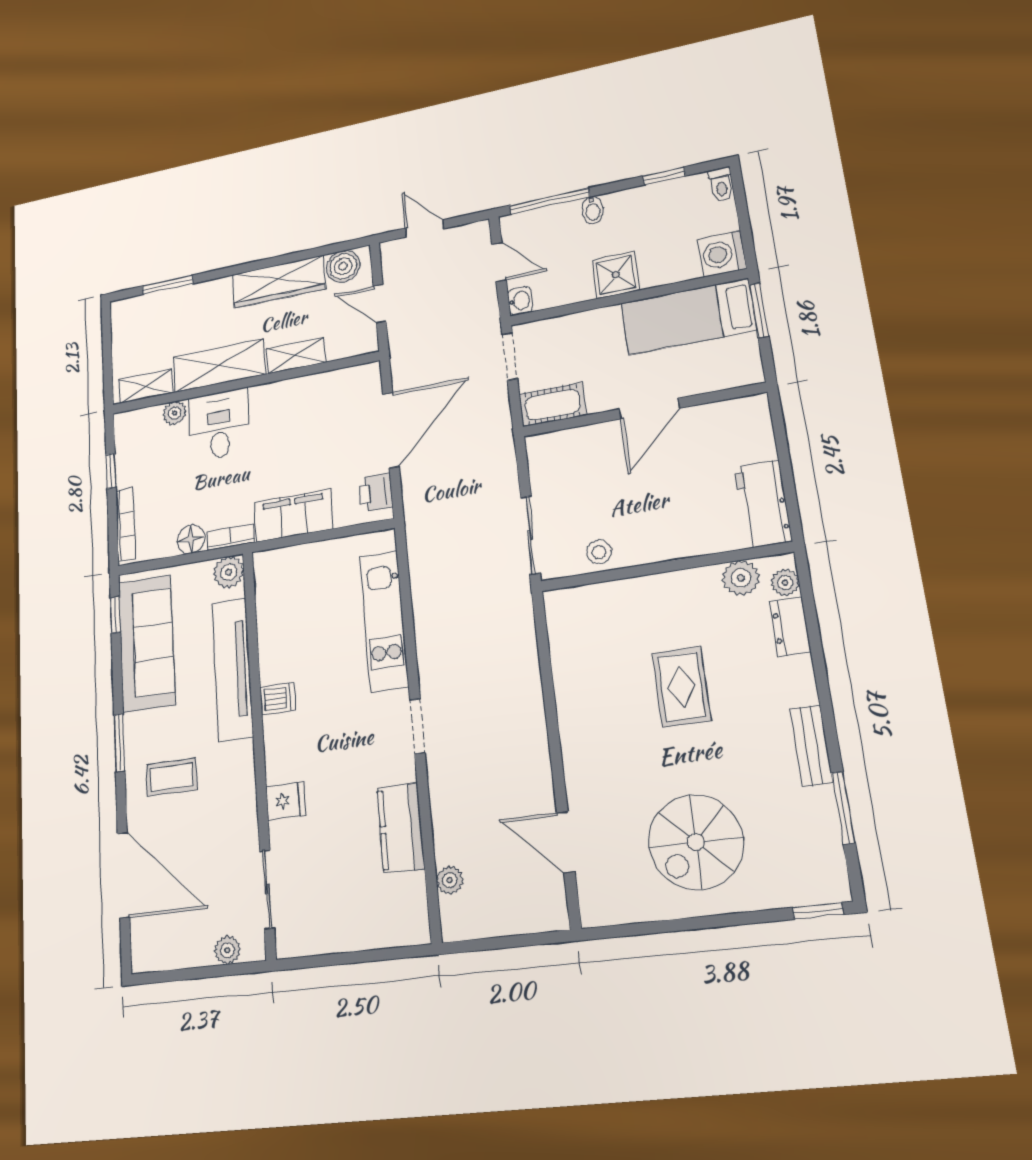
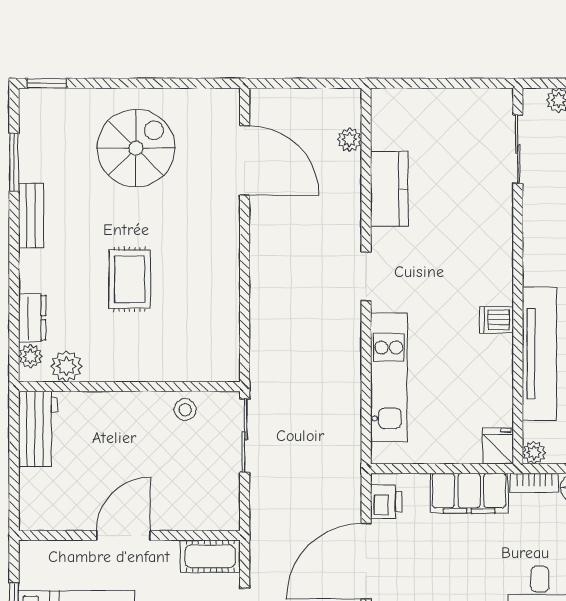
plant: (229, 572) -> (534, 453), width x0.73, depth x0.73
fridge: (286, 801) -> (498, 446), moved, turned 90
door: (566, 842) -> (245, 160), width x1.36

